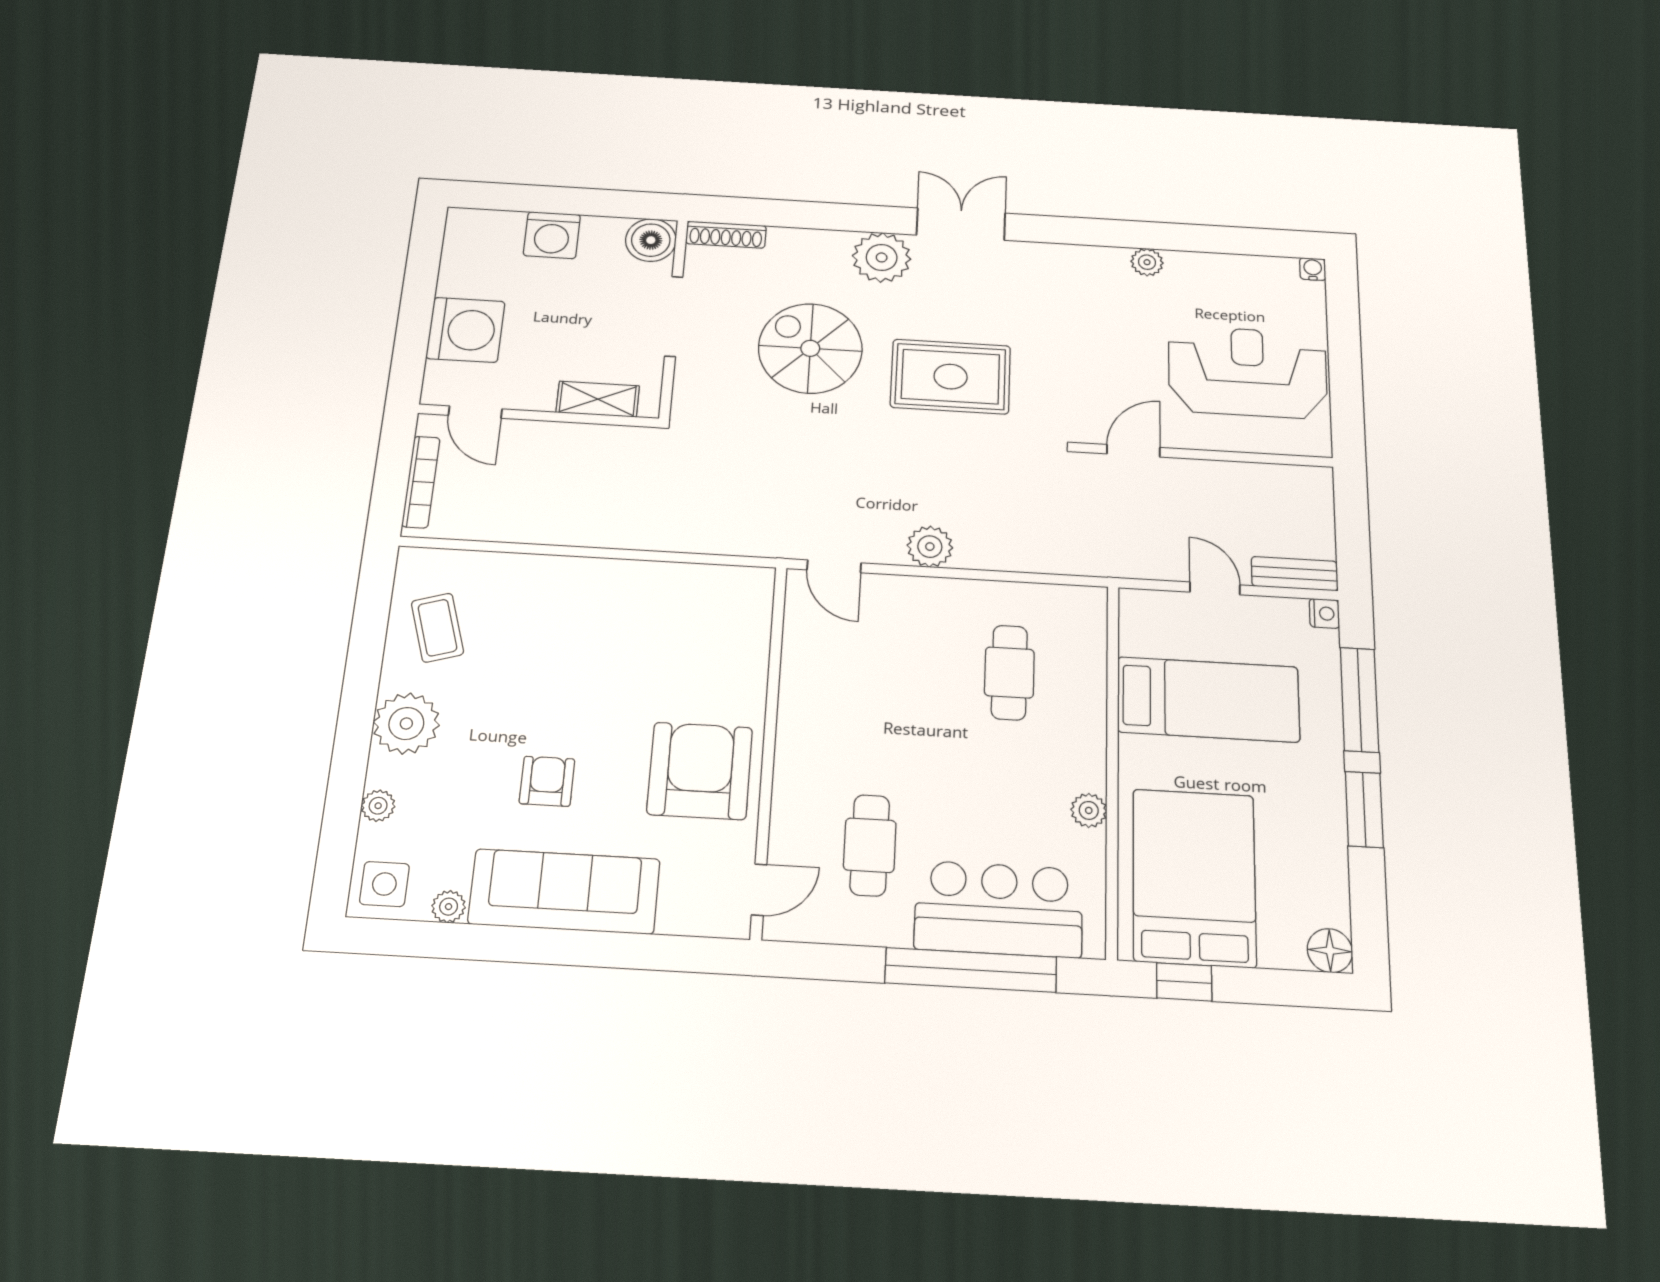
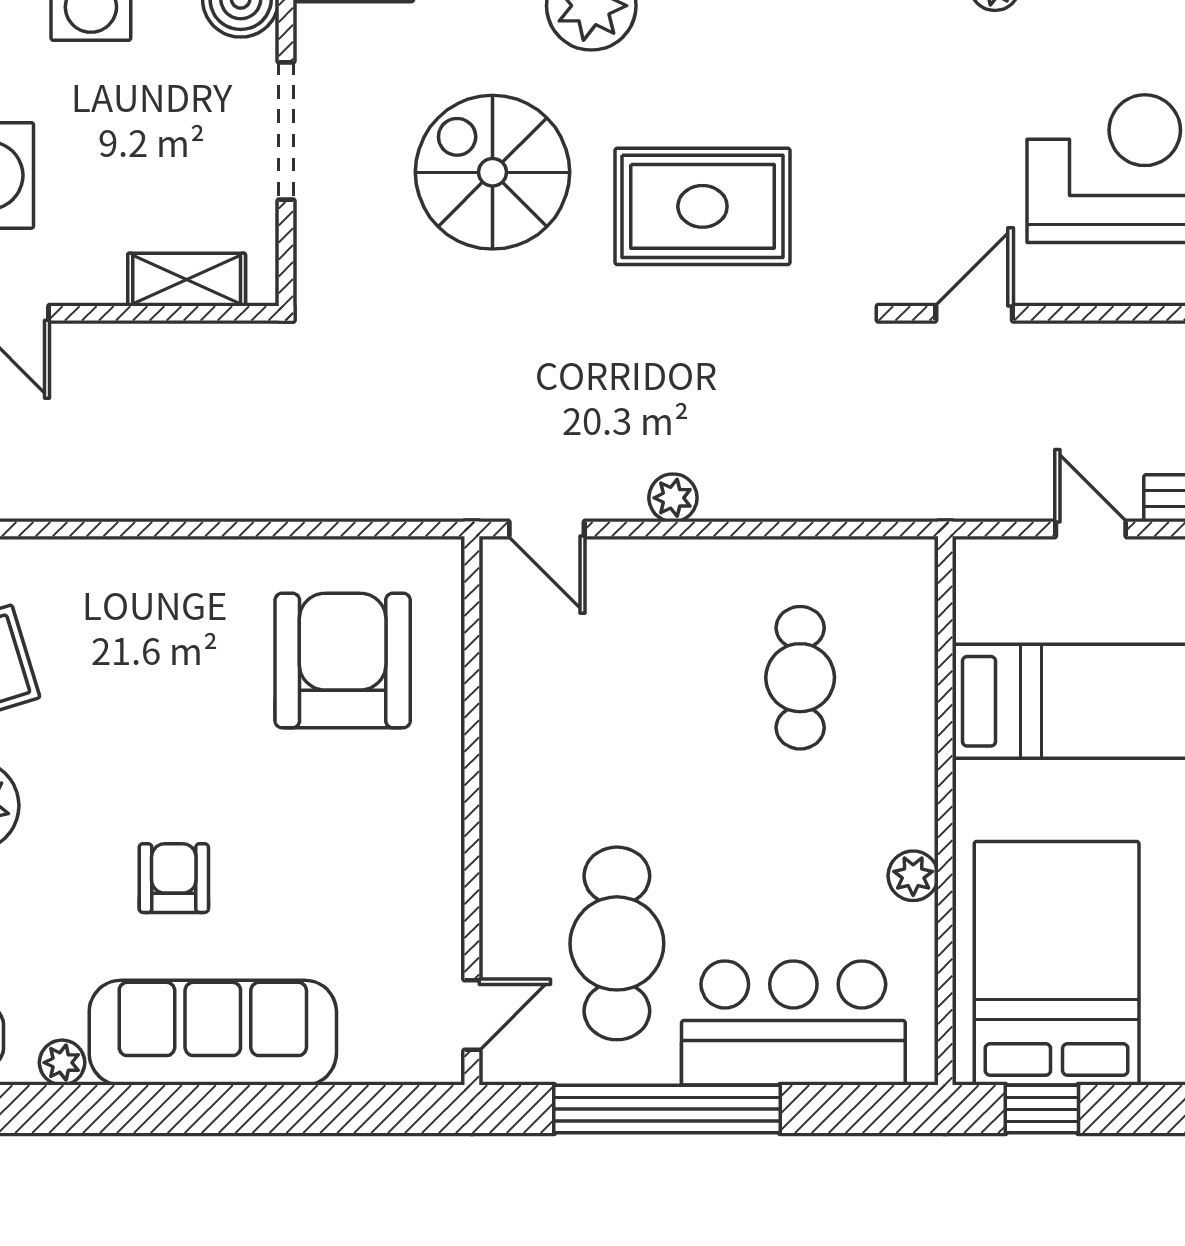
plant: (930, 547) -> (673, 498), width x0.73, depth x0.73
armchair: (700, 771) -> (343, 661), moved
cafe table: (870, 845) -> (617, 943), width x1.37, depth x1.35
window: (971, 970) -> (667, 1109), moved

